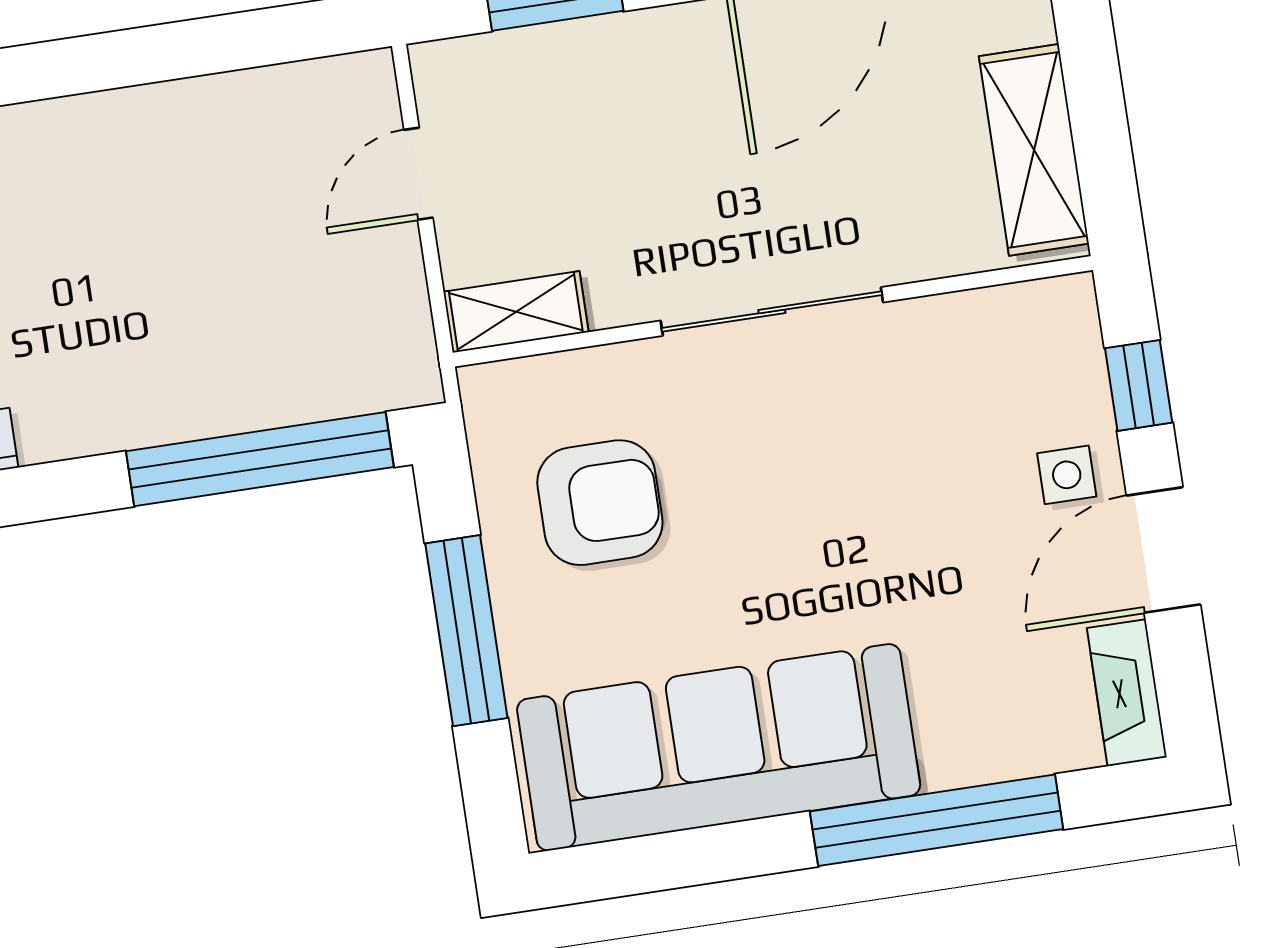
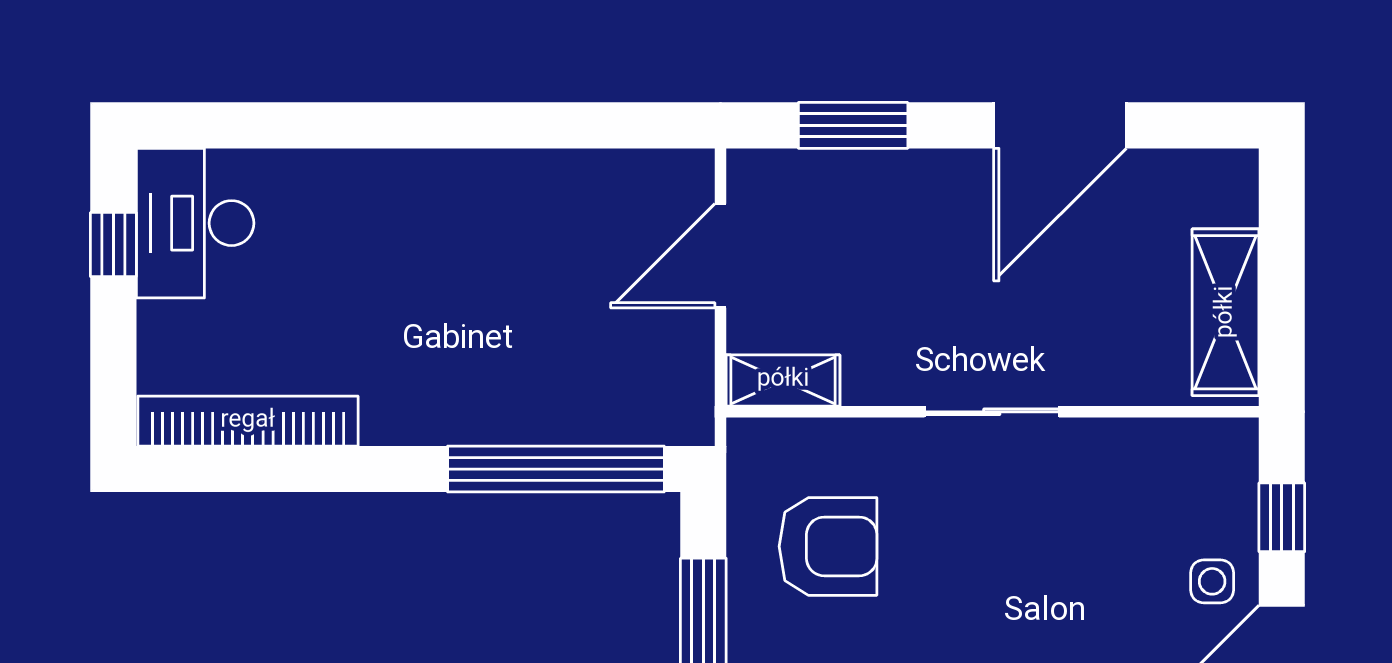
door: (418, 174) -> (720, 256), width x1.38
sliding door: (772, 311) -> (992, 412), width x0.73

